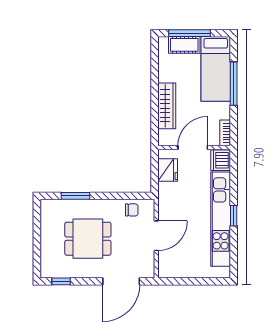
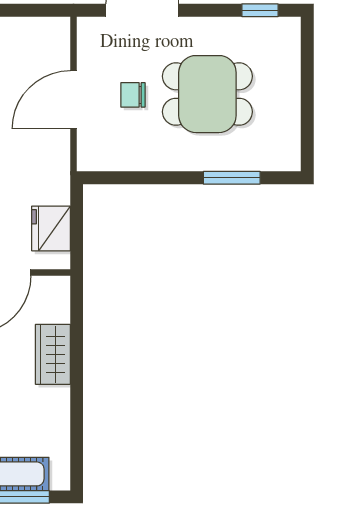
wardrobe: (167, 106) -> (53, 354), width x0.67
chair: (132, 210) -> (133, 95), moved

